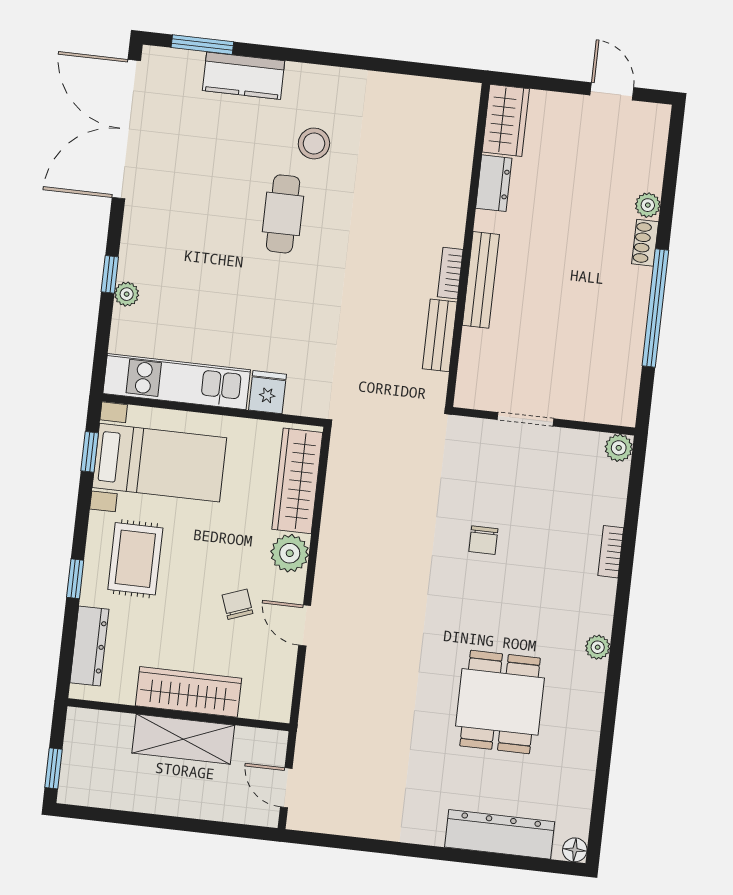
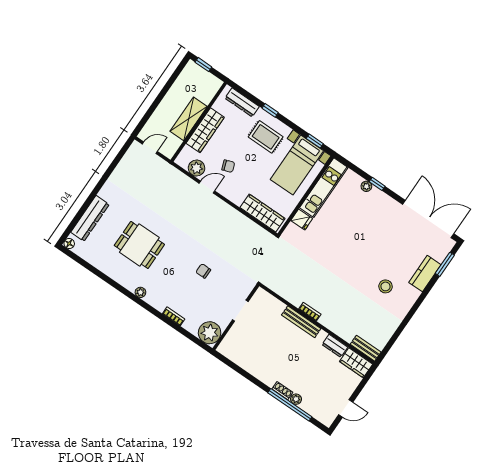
cafe table: (283, 214) -> (365, 261), removed
window: (655, 308) -> (290, 405), moved
bench: (440, 335) -> (366, 348), moved
plant: (619, 448) -> (210, 333), width x1.87, depth x1.87
plant: (290, 553) -> (197, 168), moved

